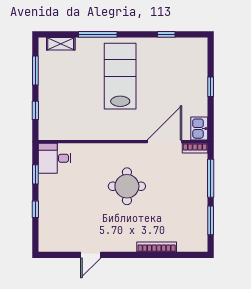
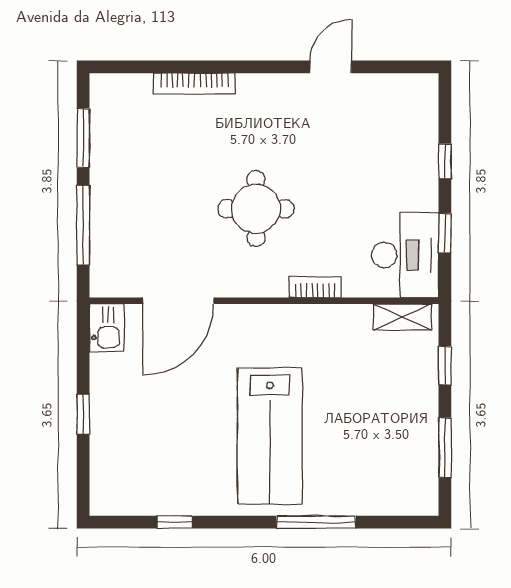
shelving: (61, 44) -> (403, 317), moved
bookcase: (195, 148) -> (315, 287), moved
desk: (55, 158) -> (405, 255), width x1.37

